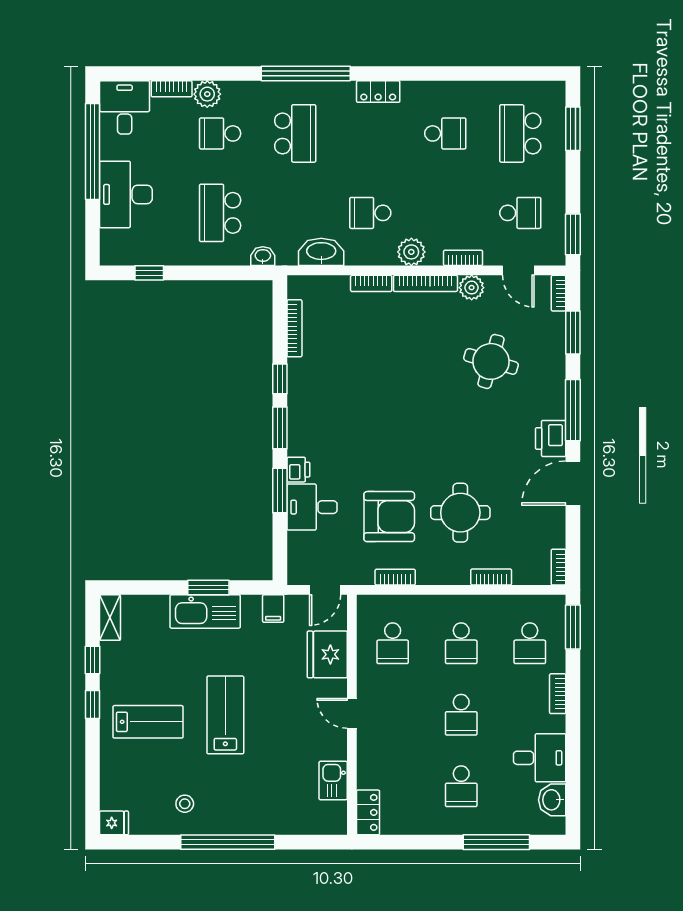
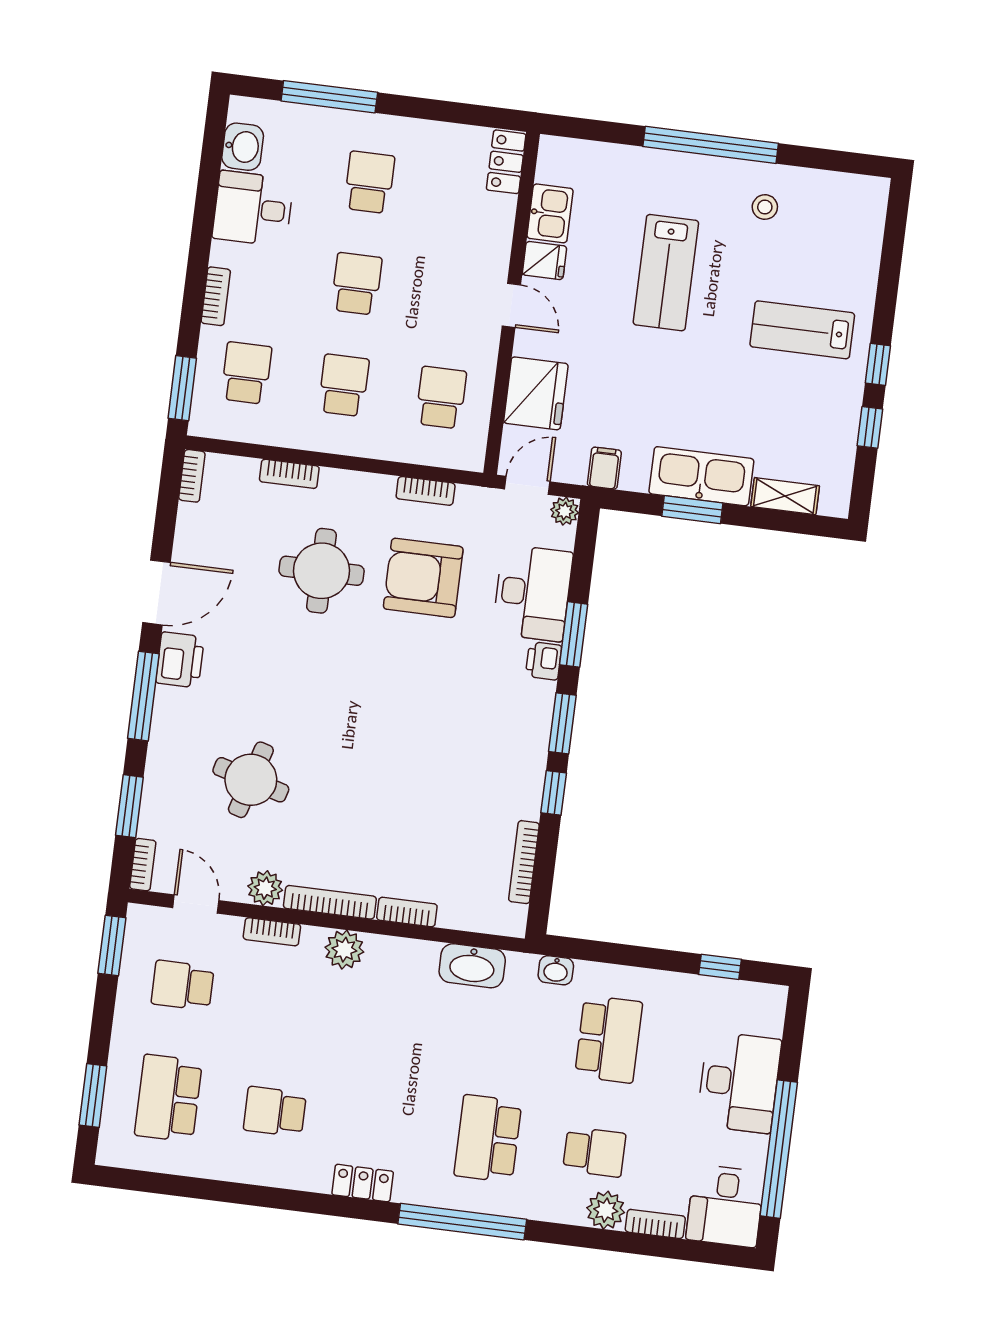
school desk: (520, 133) -> (168, 1098), turned 180
school desk: (370, 213) -> (396, 1012), removed
desk: (312, 507) -> (533, 593), width x1.37
plant: (297, 575) -> (565, 511), added
shelving: (110, 618) -> (785, 496), moved, turned 90
lab bench: (225, 715) -> (666, 273), moved
fridge: (114, 823) -> (544, 261), moved, turned 180

